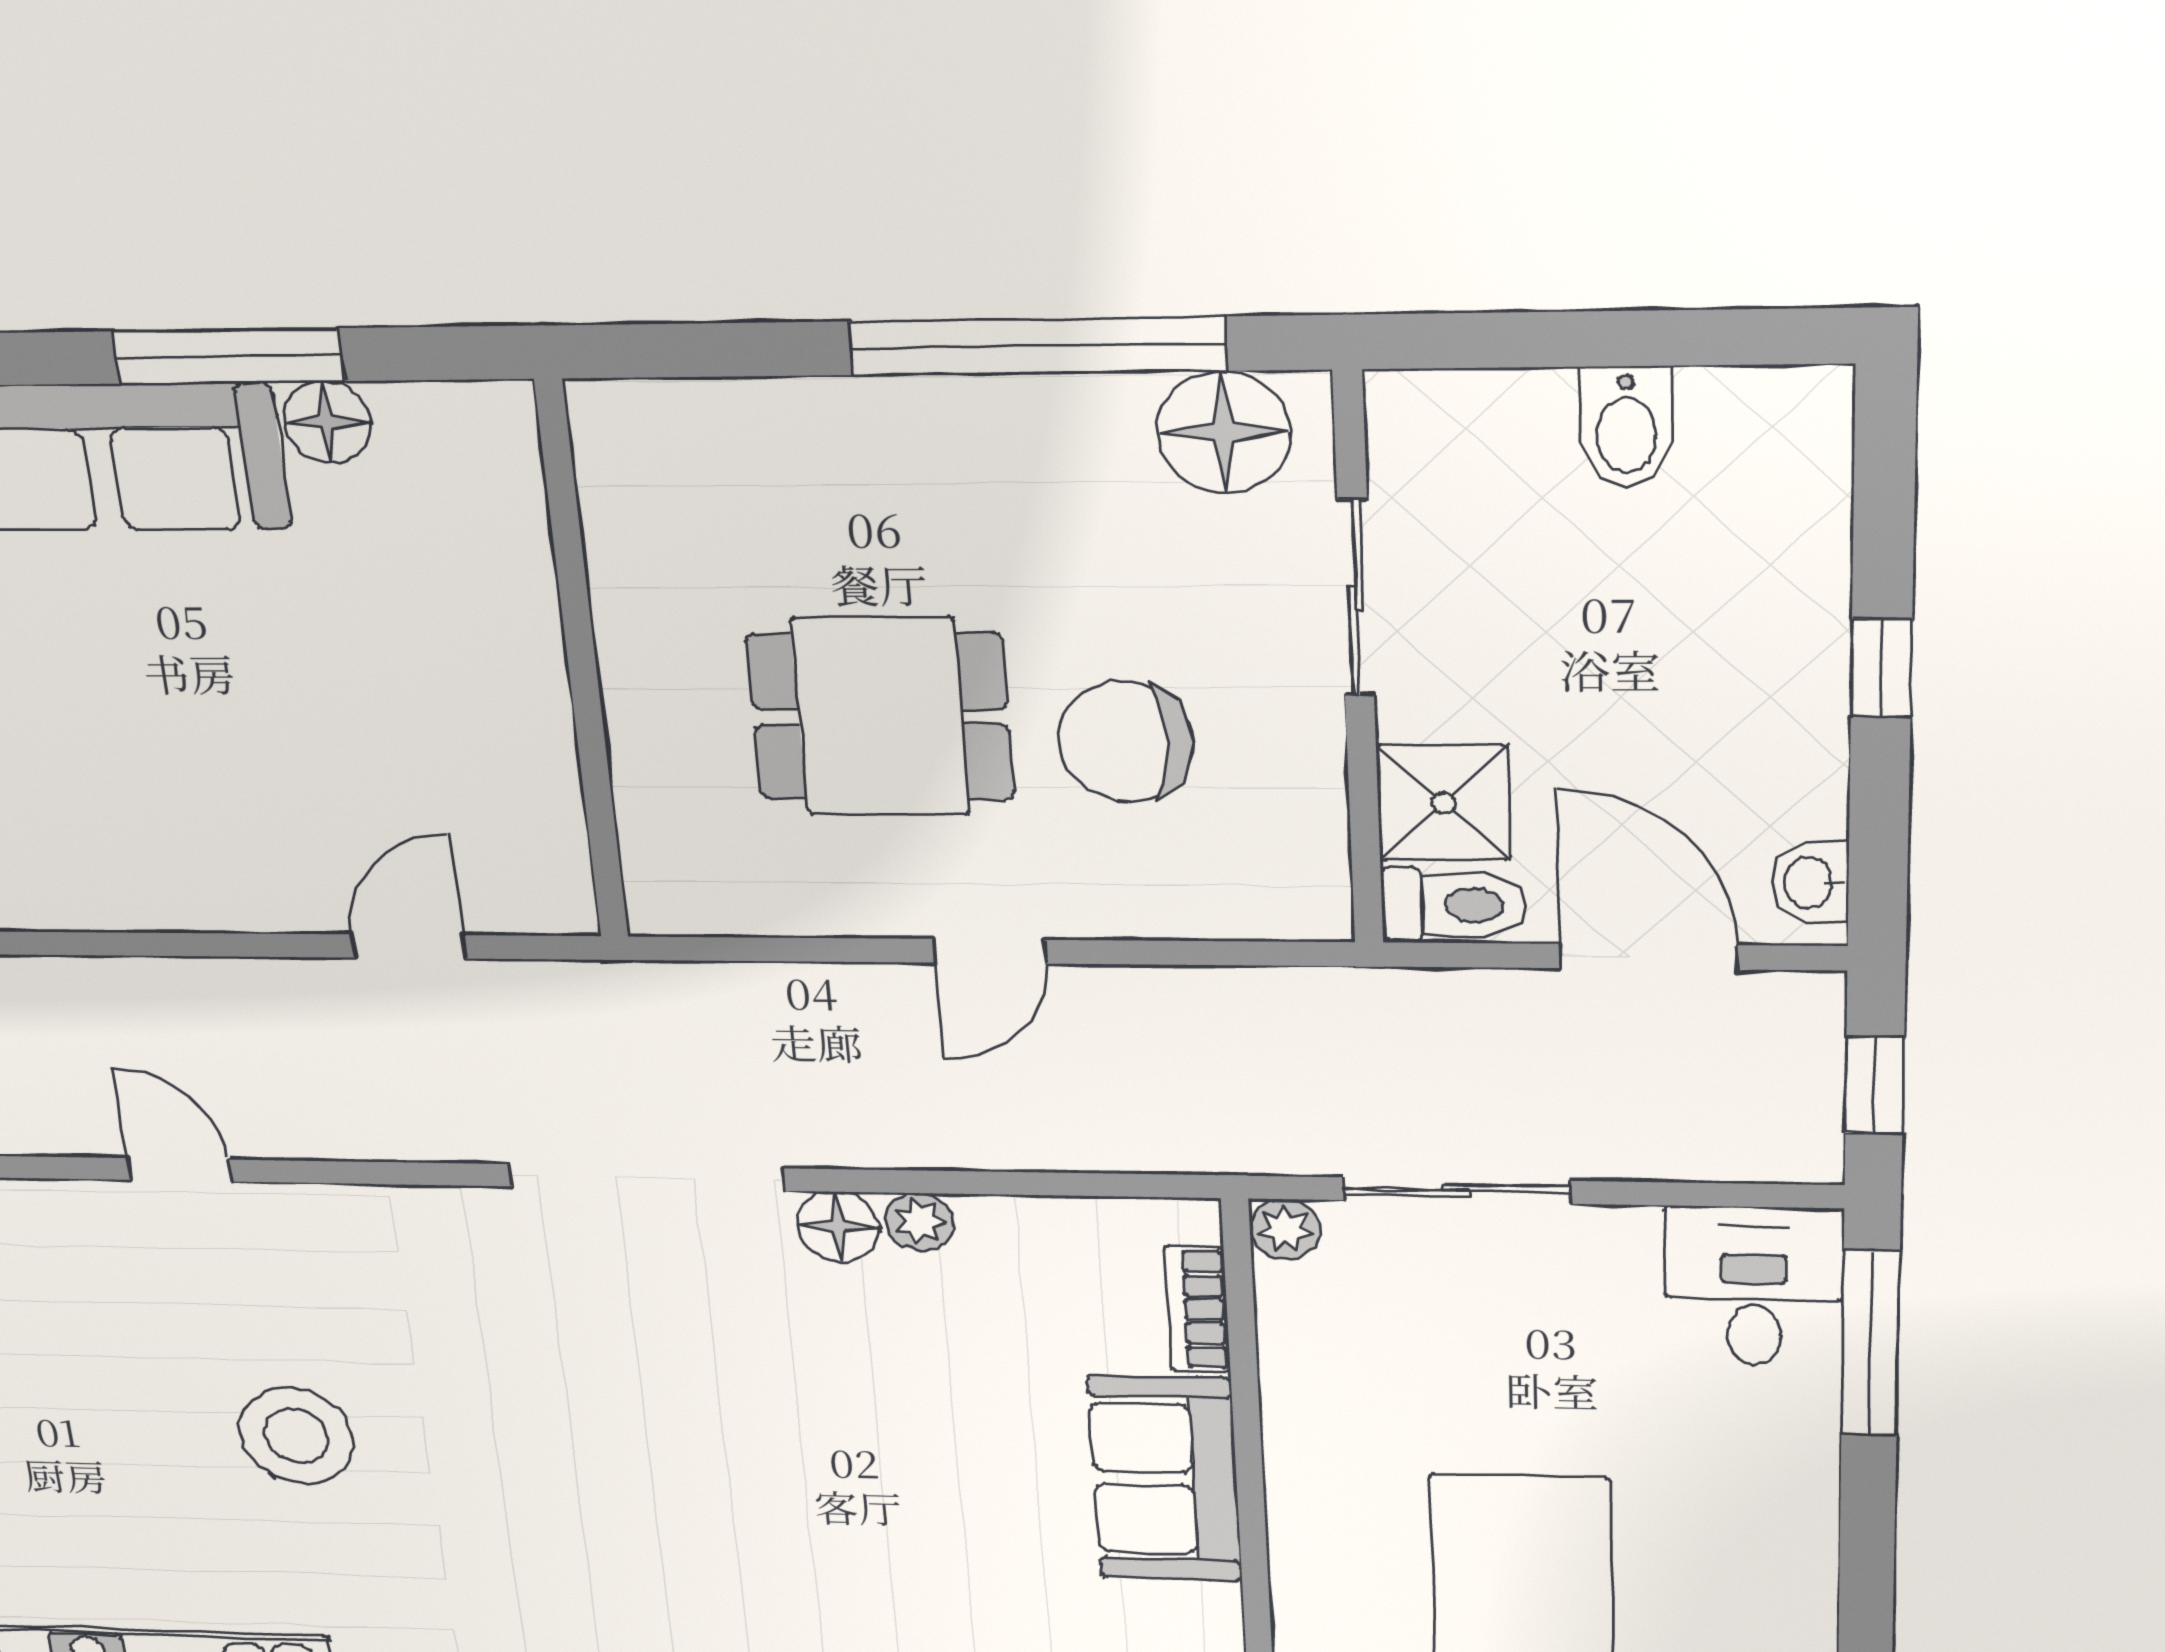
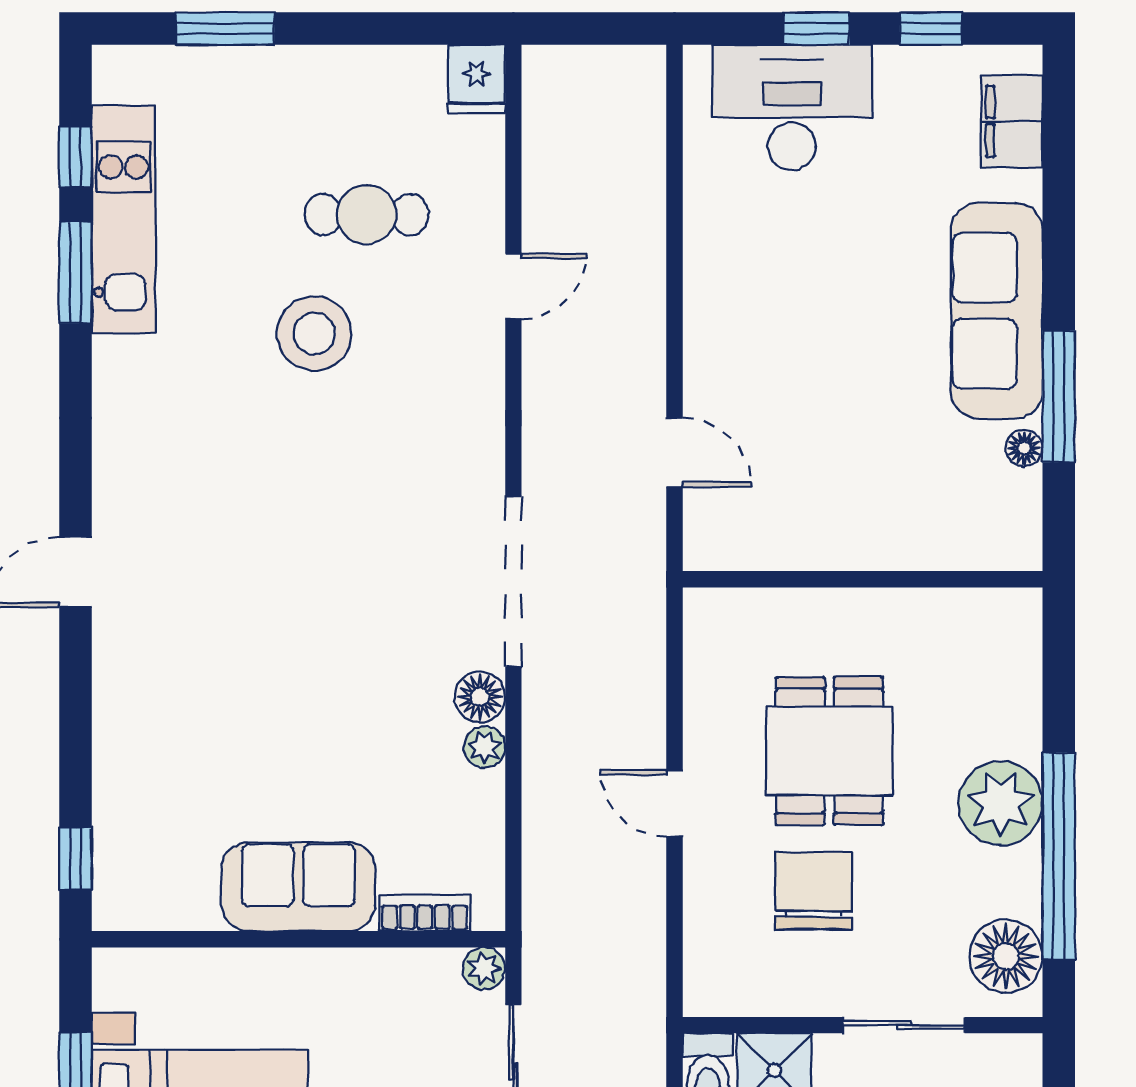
floor lamp: (327, 422) -> (1024, 448), width x0.73, depth x0.73
plant: (949, 444) -> (1001, 803), added
cafe table: (104, 1363) -> (367, 215), added

